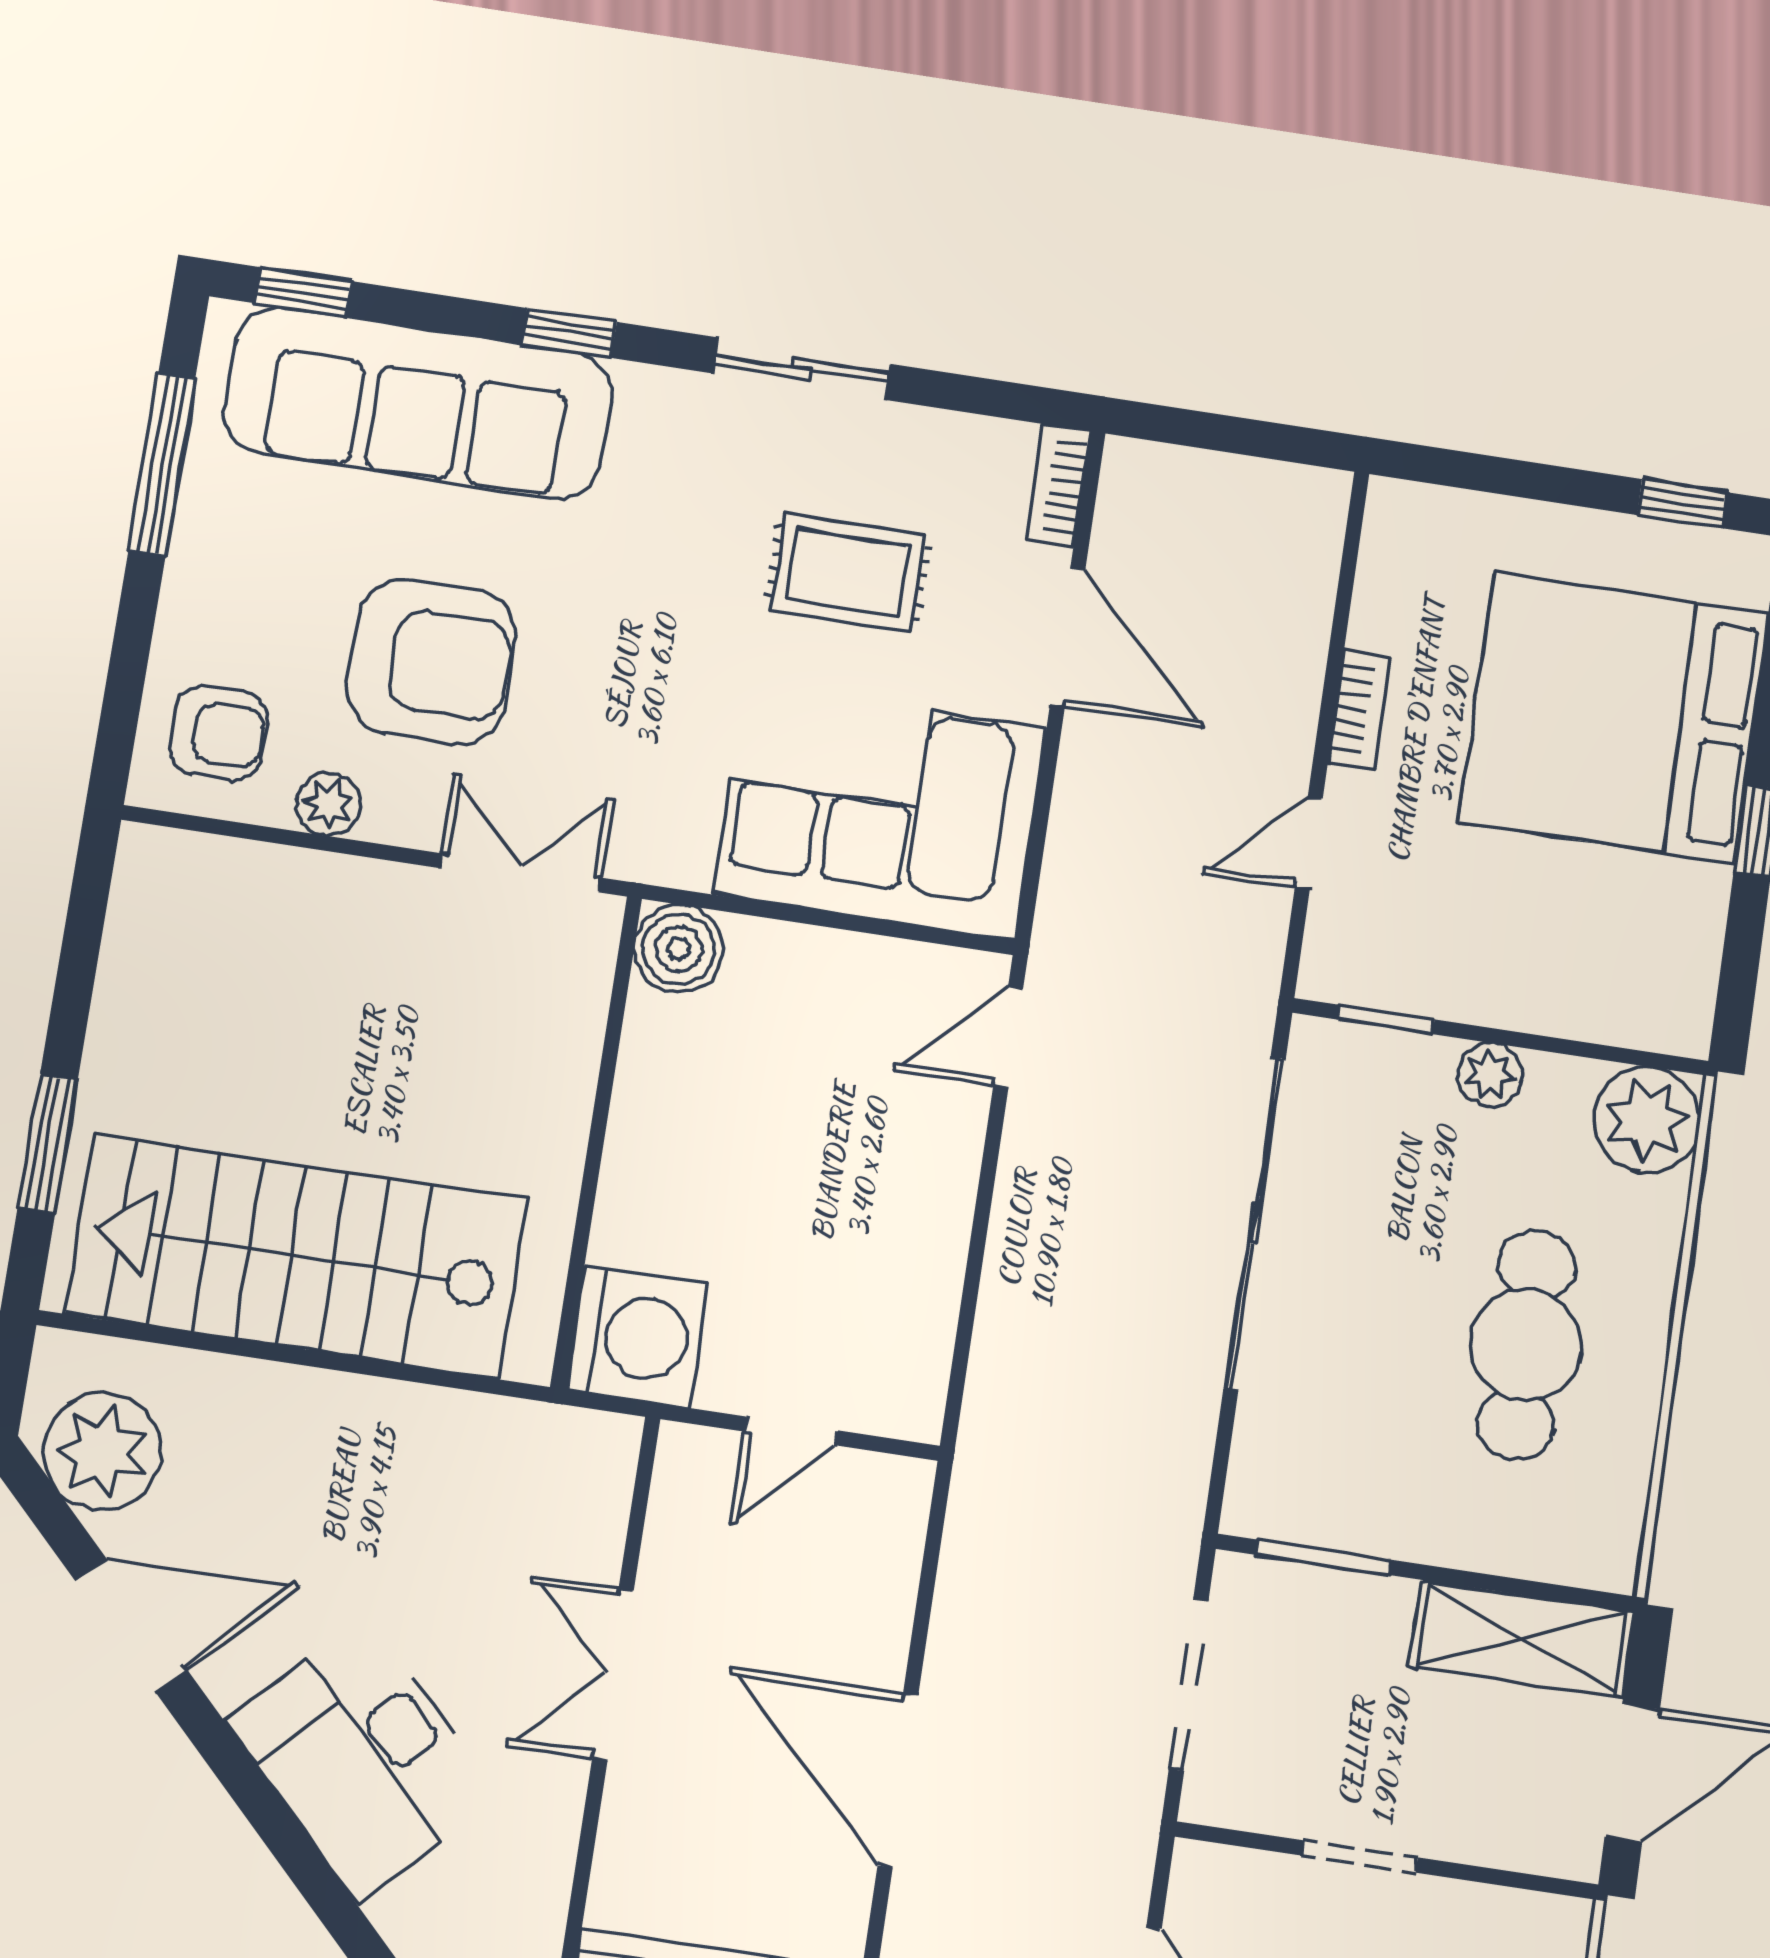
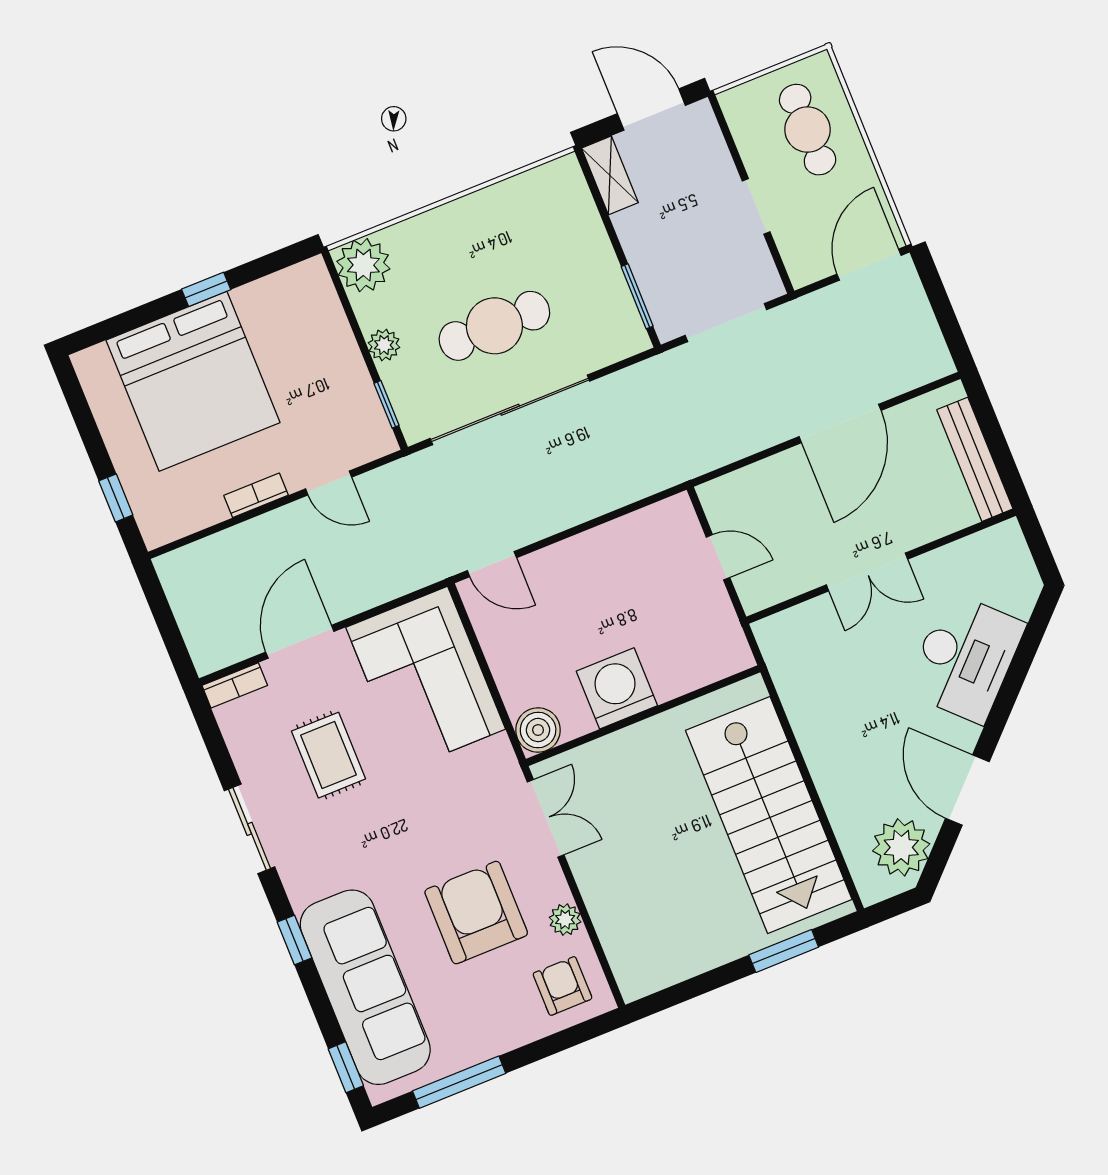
window: (1683, 504) -> (116, 498), moved
double door: (520, 873) -> (546, 818), swing flipped
washing machine: (637, 1337) -> (617, 688), moved
cafe table: (1526, 1345) -> (494, 326), moved
shelving: (1522, 1639) -> (610, 175), width x0.67, depth x0.75

